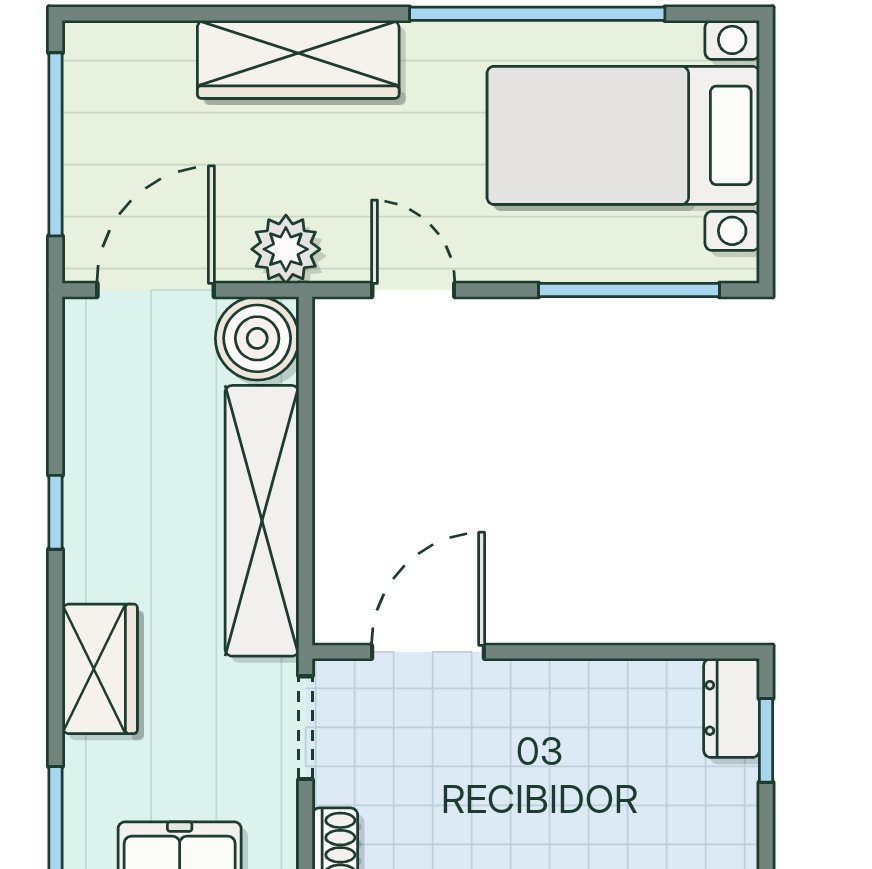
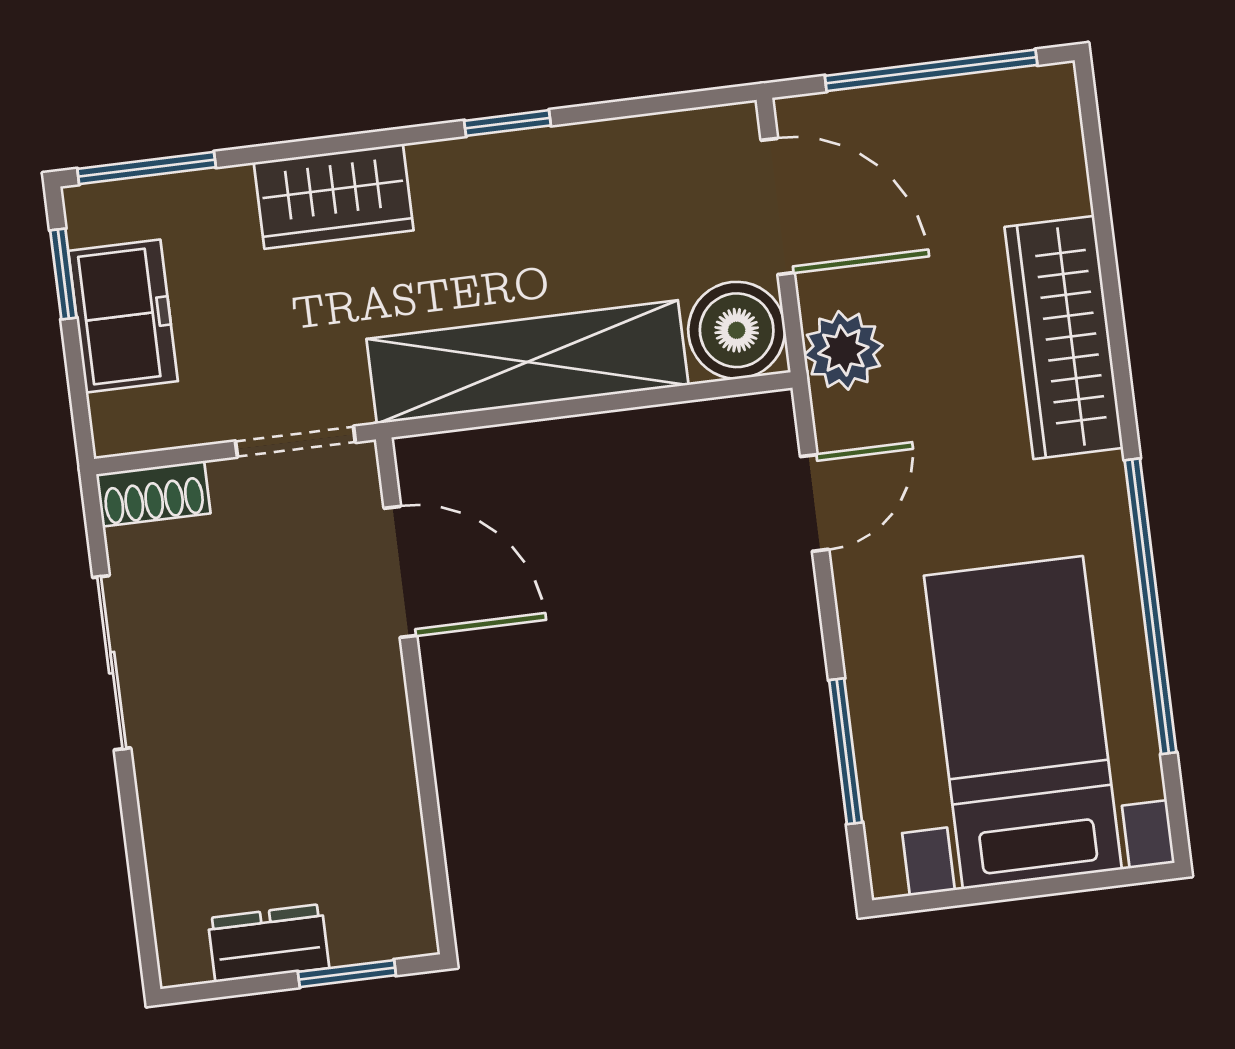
window: (629, 290) -> (846, 751), width x0.69
dresser: (732, 708) -> (268, 943), moved

